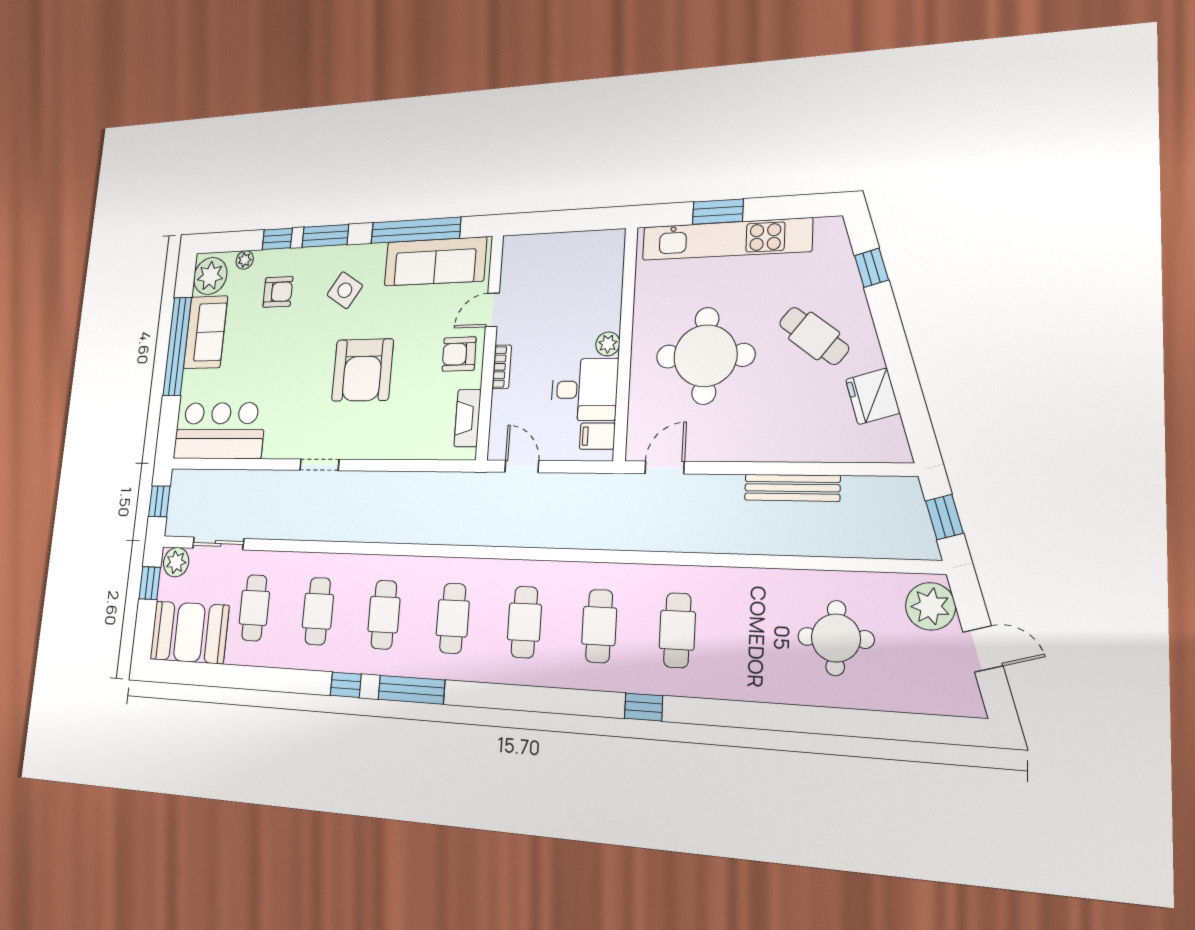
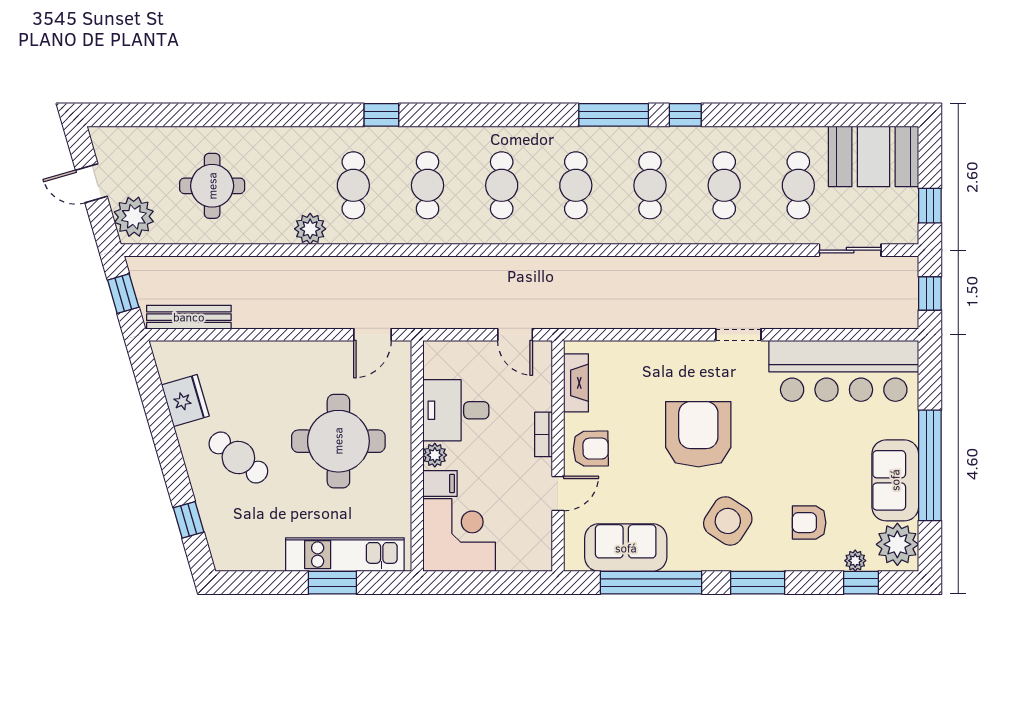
window: (277, 239) -> (861, 583), moved
kitchen unit: (726, 239) -> (345, 555), width x0.73
sofa: (435, 261) -> (626, 548), width x0.73
corner desk: (589, 266) -> (459, 535), added
side table: (345, 290) -> (728, 521), width x1.37, depth x1.37
bar counter: (219, 431) -> (844, 371), width x1.36
filing cabinet: (597, 436) -> (440, 484), moved
bench: (792, 488) -> (189, 317), moved
plant: (176, 562) -> (310, 229), moved

